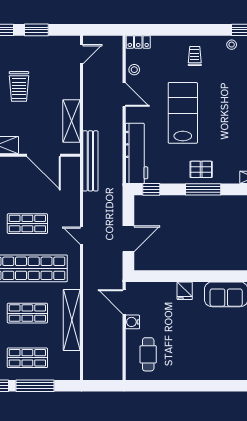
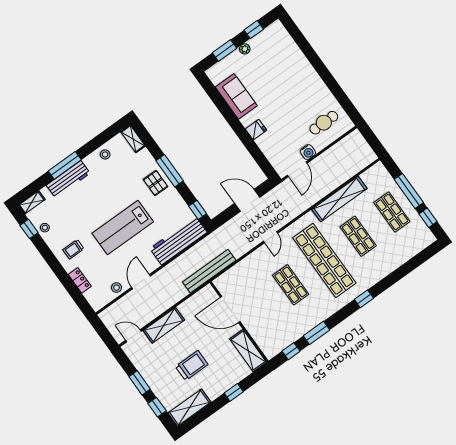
locker: (138, 42) -> (80, 280), moved
shelving: (71, 121) -> (164, 325), moved
door: (44, 155) -> (230, 310), swing flipped

